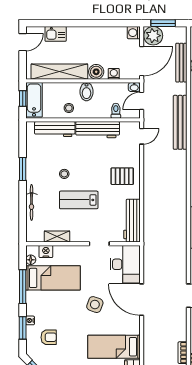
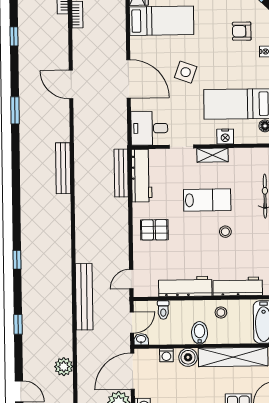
bench: (181, 63) -> (121, 173), moved
shelving: (57, 237) -> (212, 155), moved
nightstand: (46, 252) -> (225, 137), moved
desk: (125, 264) -> (149, 128), width x0.73

